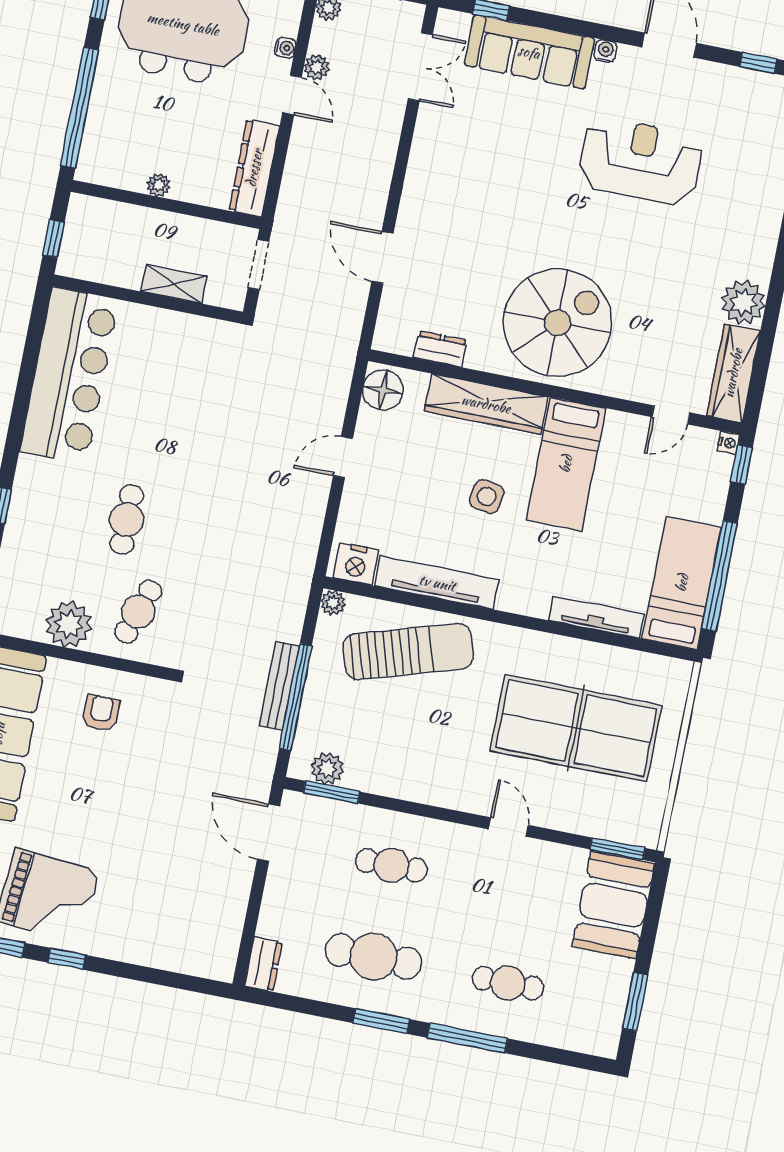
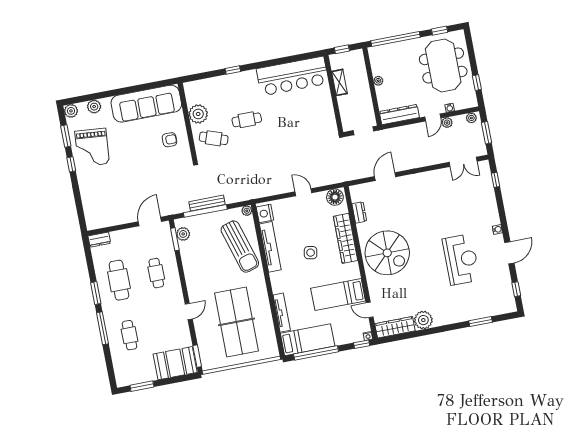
sofa: (529, 52) -> (485, 201), removed
shelving: (174, 284) -> (340, 82), moved
bed: (566, 464) -> (338, 295), moved

